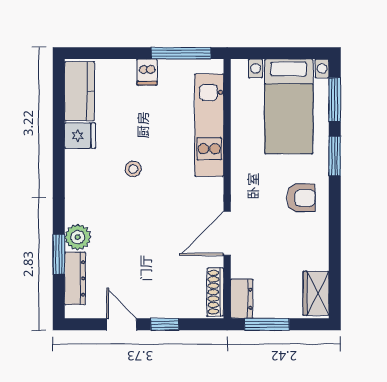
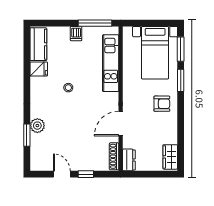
dresser: (75, 278) -> (36, 149), removed
window: (267, 324) -> (143, 174), removed

